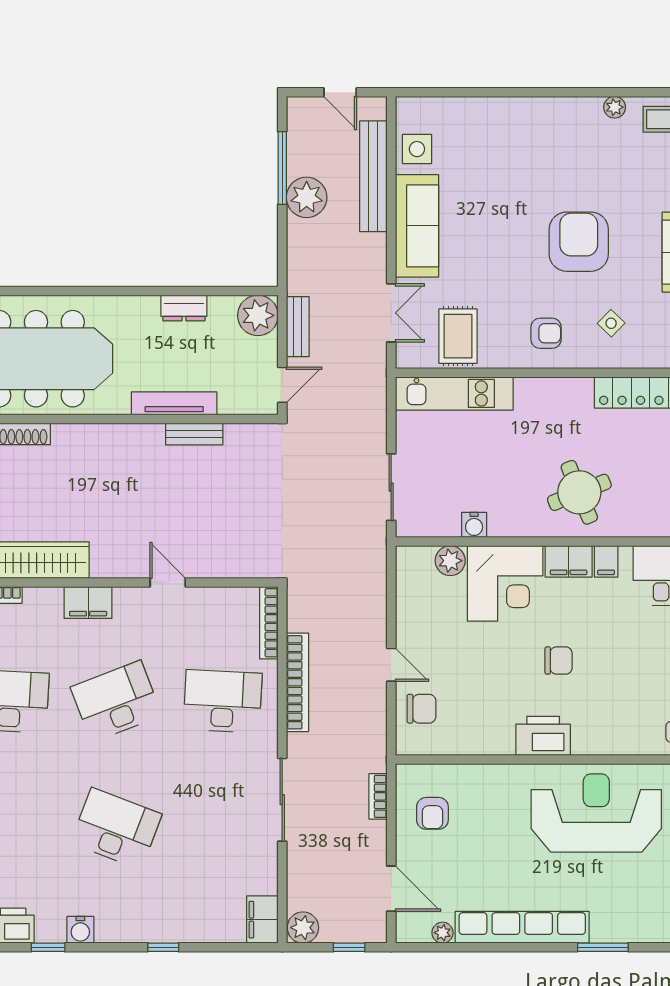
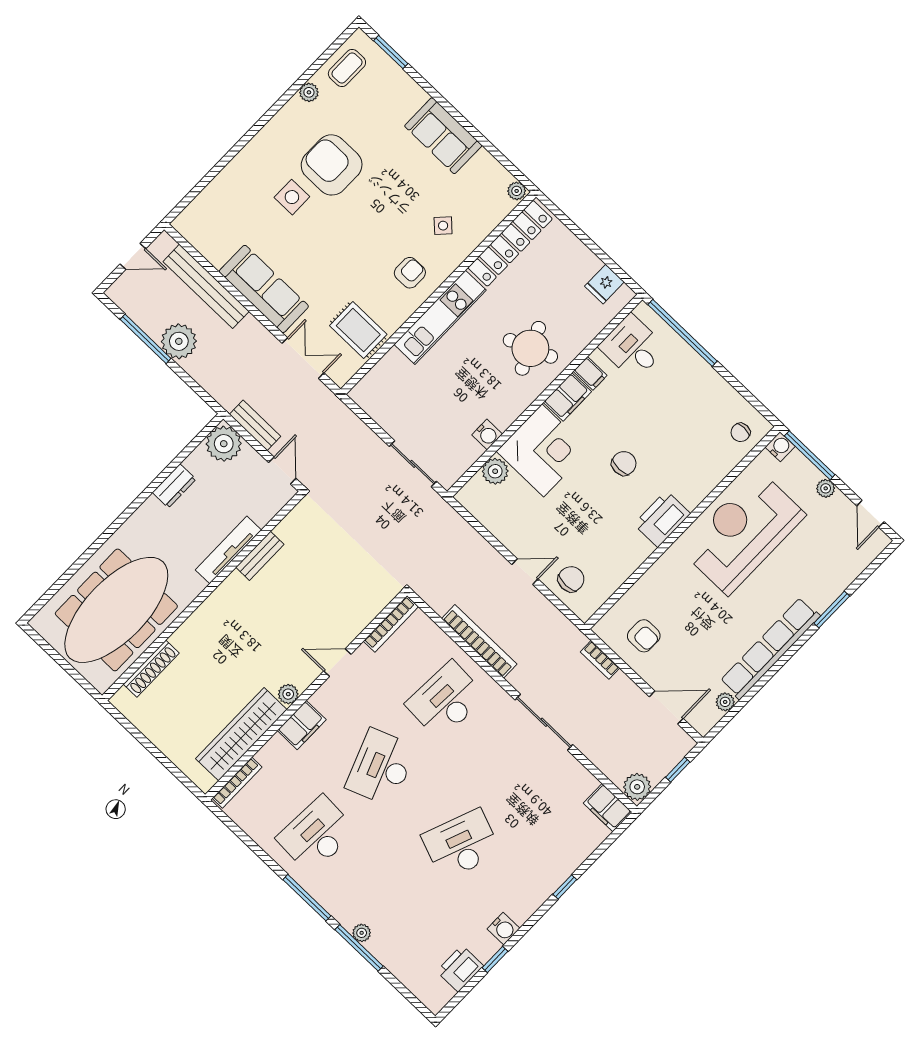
side table: (417, 149) -> (292, 197), moved
armchair: (579, 242) -> (332, 165), moved
kitchen unit: (454, 393) -> (440, 317), moved
plant: (103, 567) -> (288, 694), added
bookcase: (269, 623) -> (391, 624), moved, turned -90

